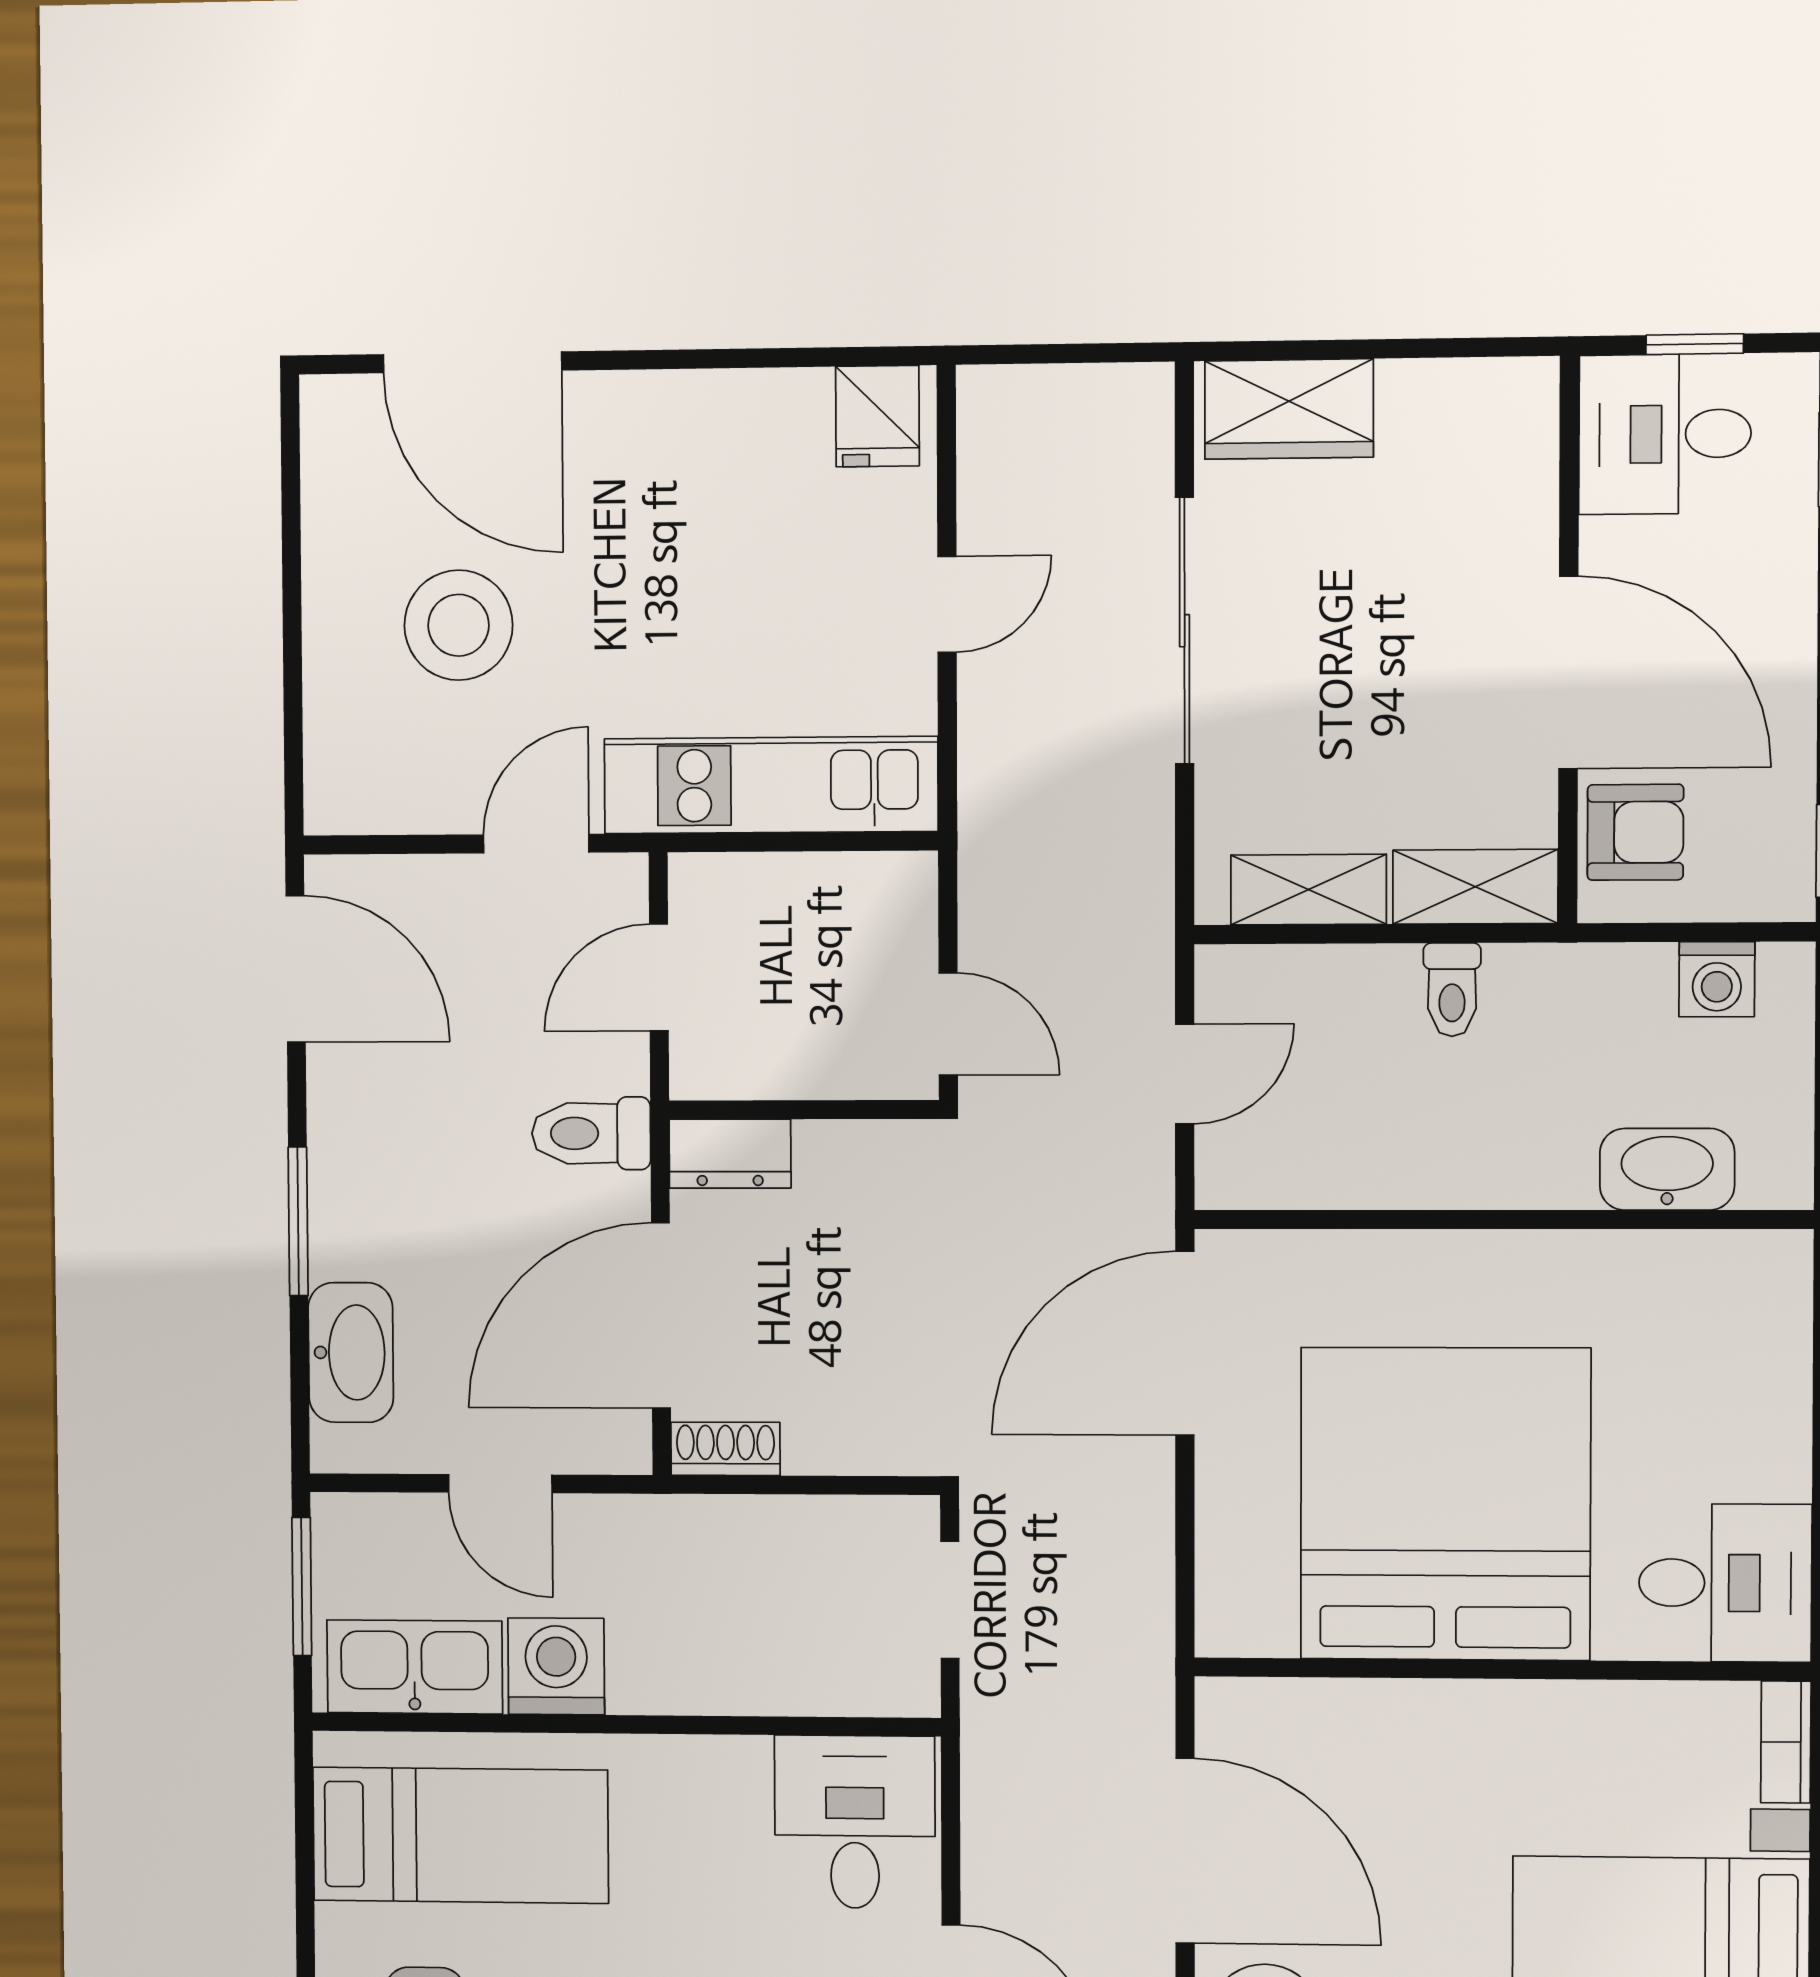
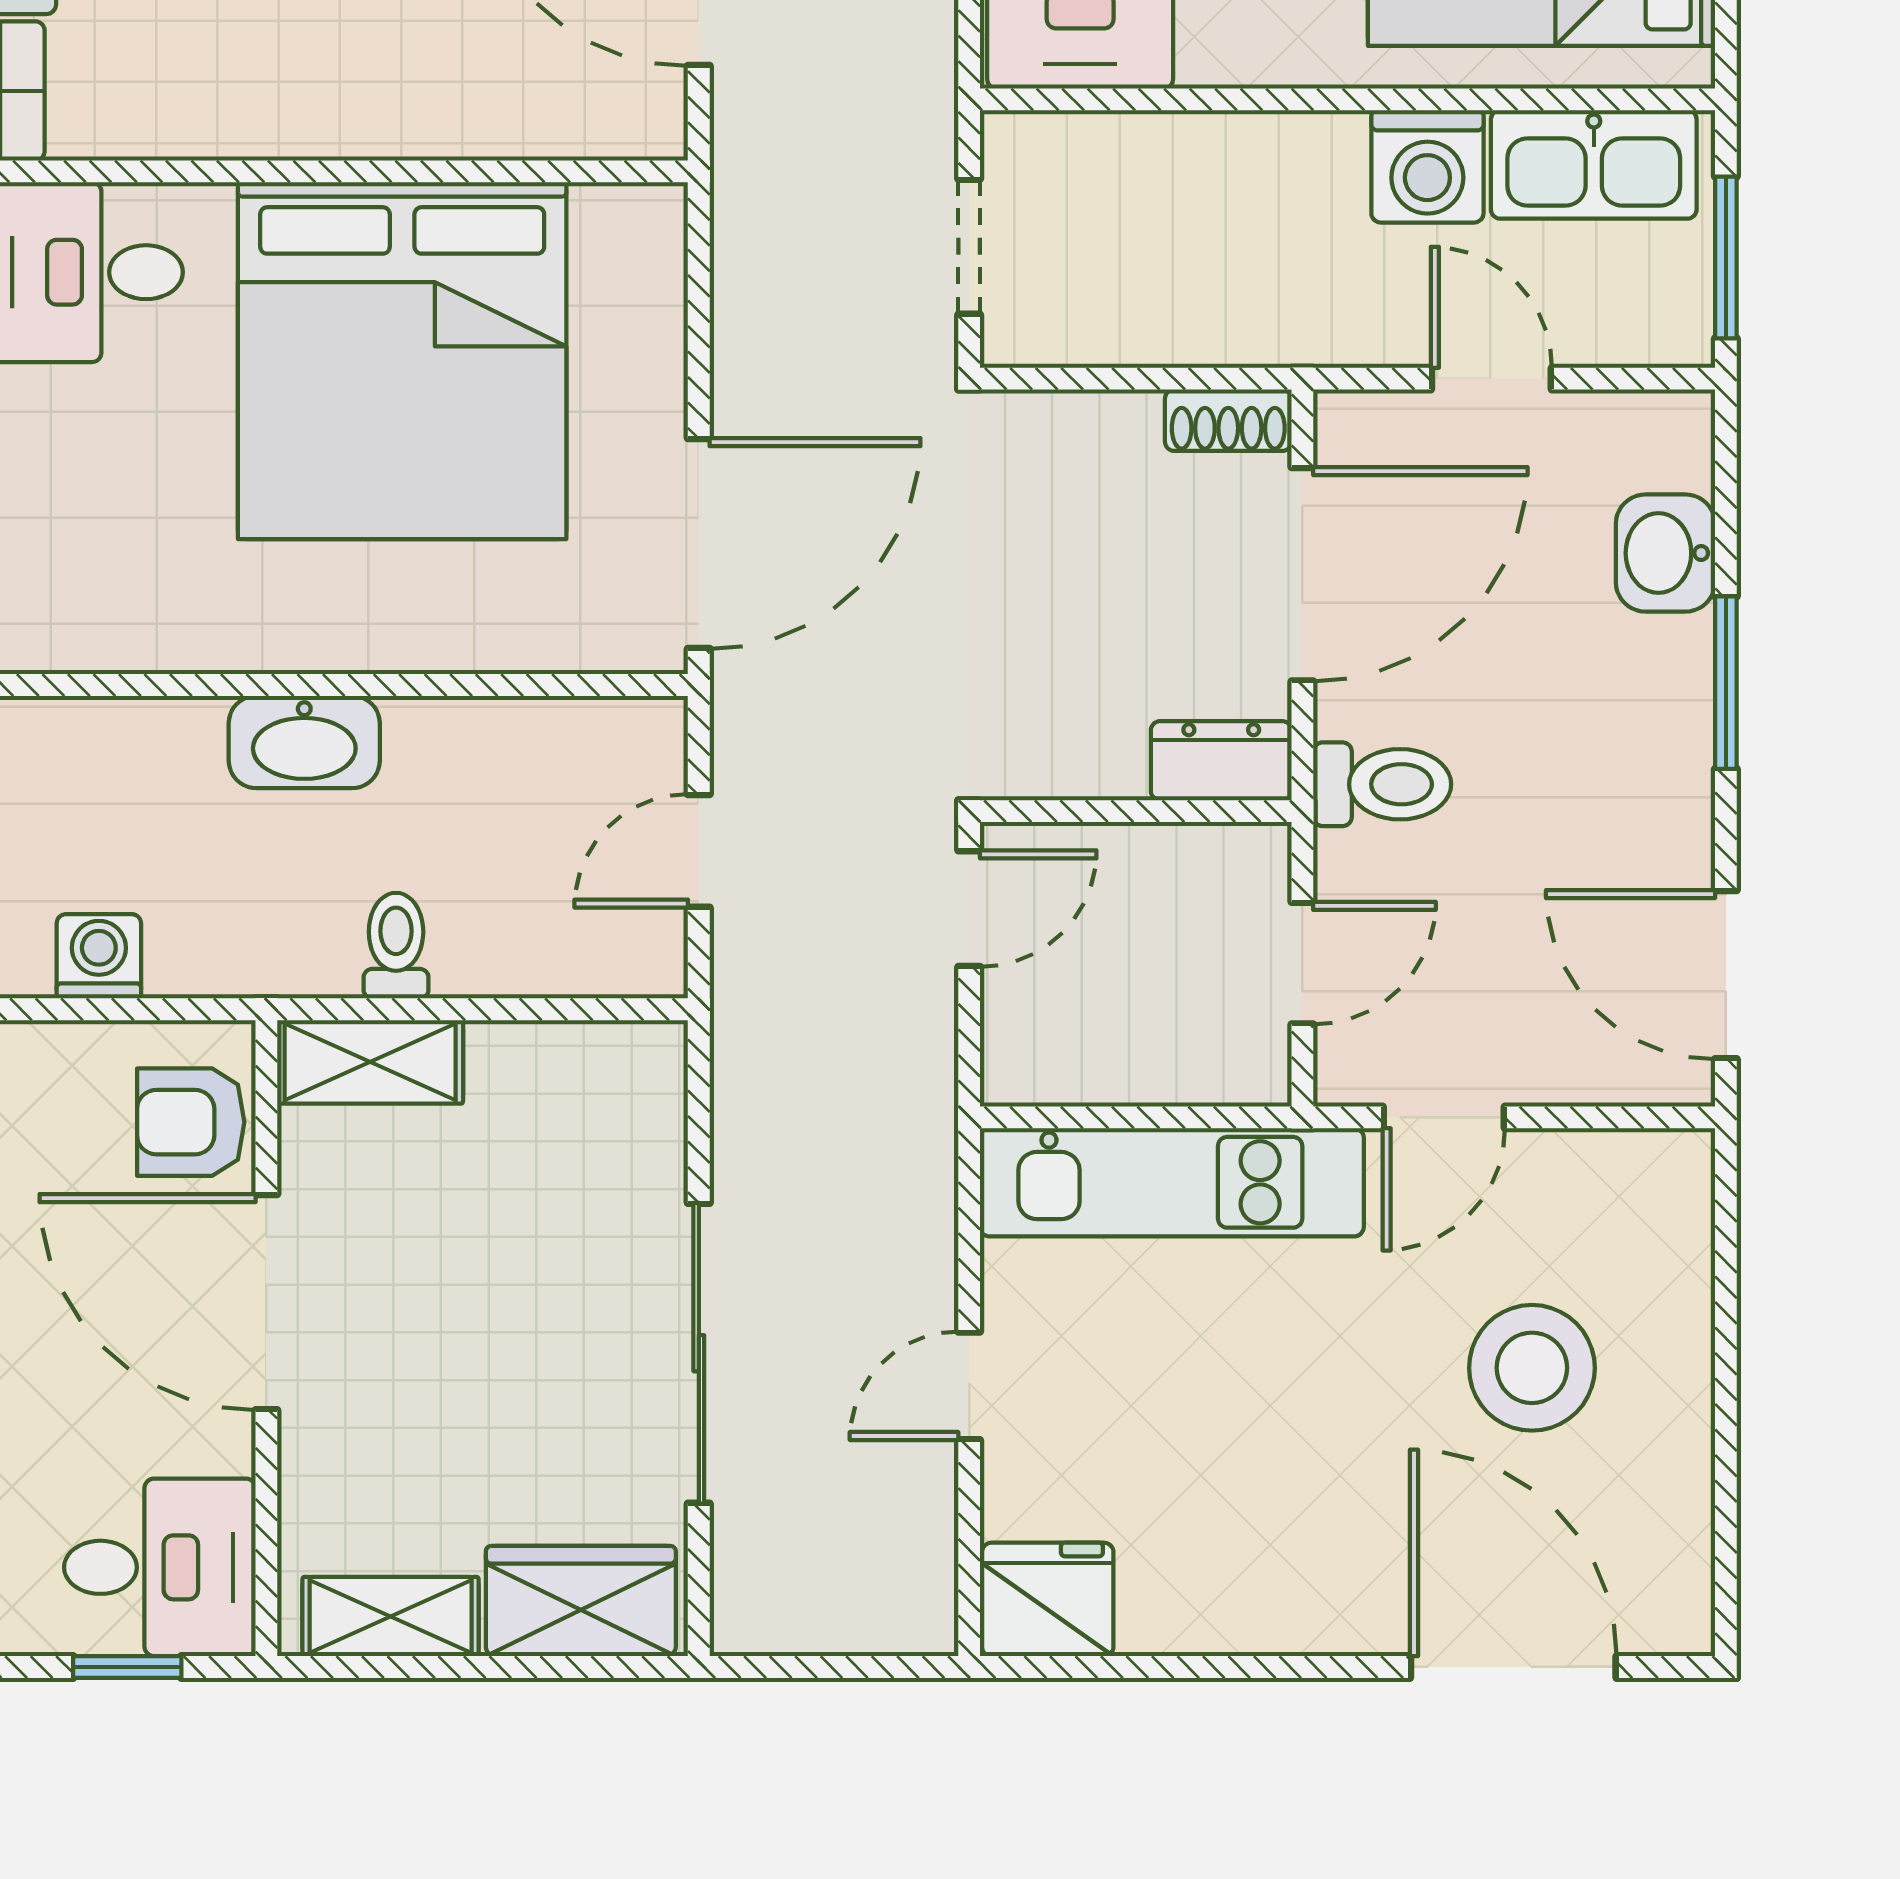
fridge: (878, 416) -> (1048, 1599), width x1.38
shelving: (1309, 890) -> (391, 1617), moved
door: (948, 1024) -> (969, 909), swing flipped
washbasin: (1667, 1169) -> (304, 742), moved
washbasin: (351, 1352) -> (1665, 553), width x0.72

